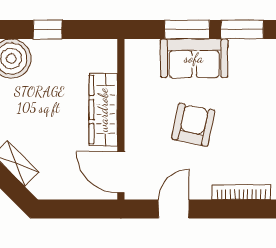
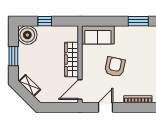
window: (187, 29) -> (112, 21), removed
sofa: (194, 58) -> (98, 35), moved
door: (121, 172) -> (80, 90), hinge flipped

